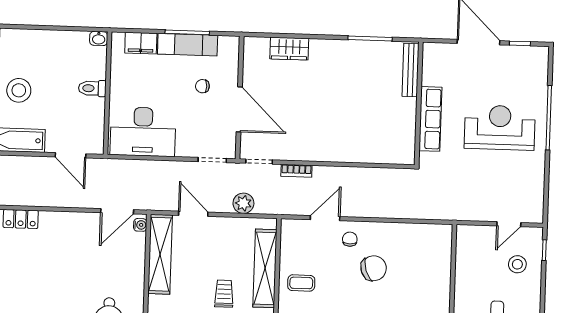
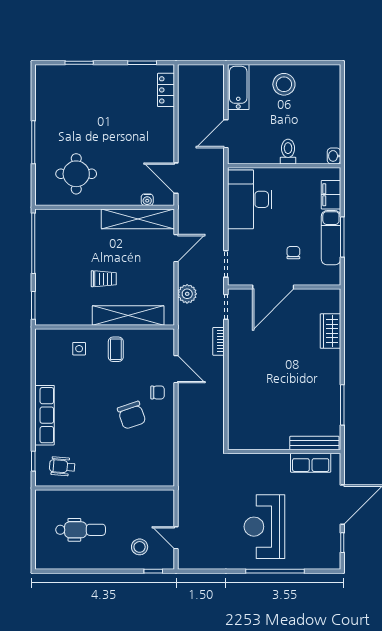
row of seats: (430, 119) -> (311, 463), moved, width x0.68
reception desk: (500, 128) -> (264, 527), turned 180
water cooler: (140, 225) -> (147, 200), moved

